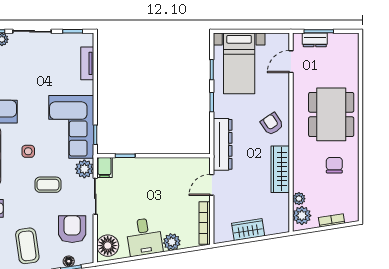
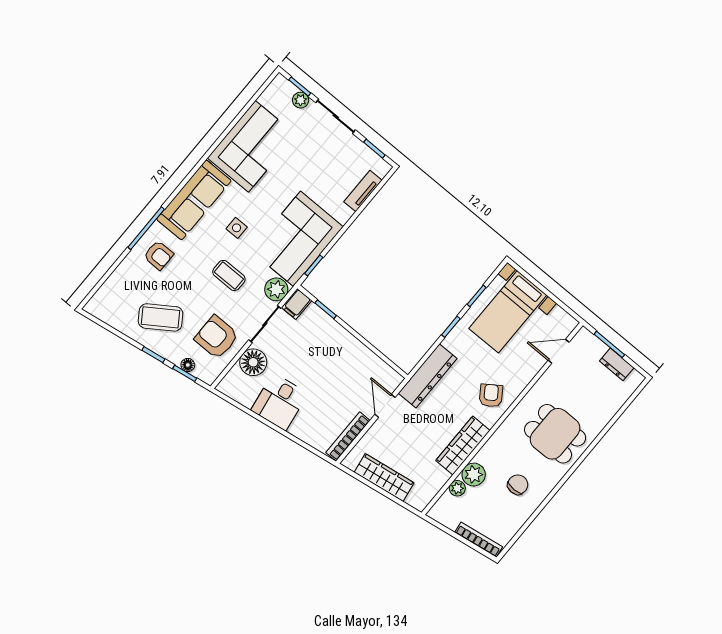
dresser: (315, 40) -> (617, 364), moved
dining table: (331, 114) -> (555, 434), width x0.73
door: (212, 185) -> (385, 406), hinge flipped
plant: (302, 216) -> (474, 475), moved
bookcase: (332, 220) -> (479, 540), width x1.56
armchair: (72, 229) -> (217, 337), turned -90
wardrobe: (248, 230) -> (384, 477), width x1.50
plant: (172, 242) -> (302, 429), removed
coffee table: (27, 246) -> (161, 317), turned 64
floor lamp: (108, 246) -> (253, 362), moved

